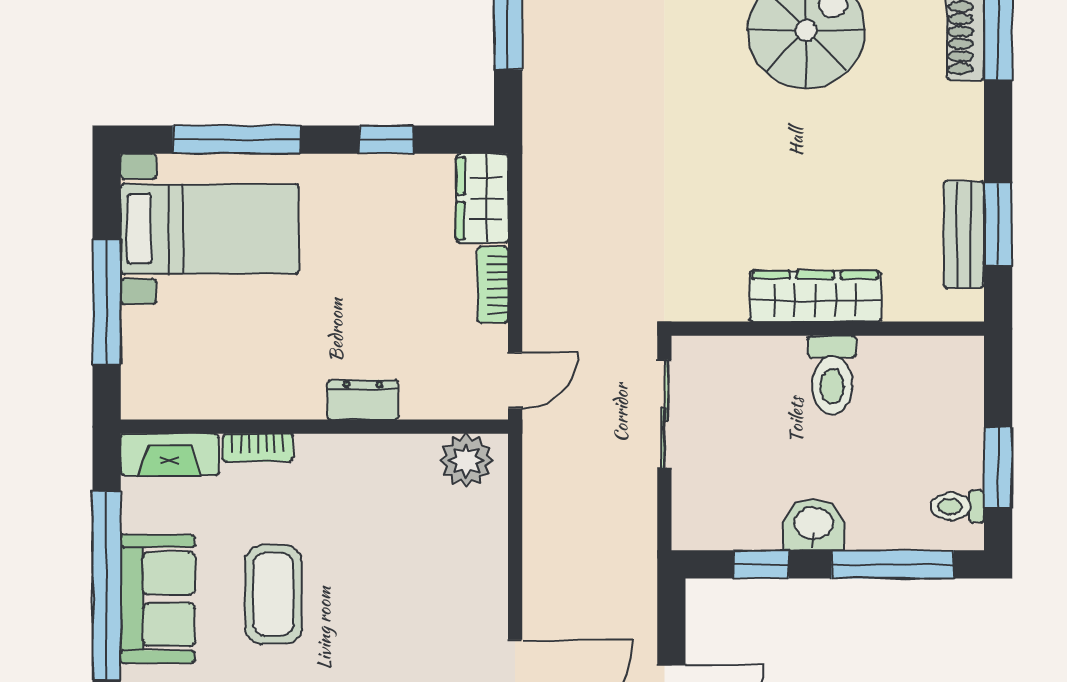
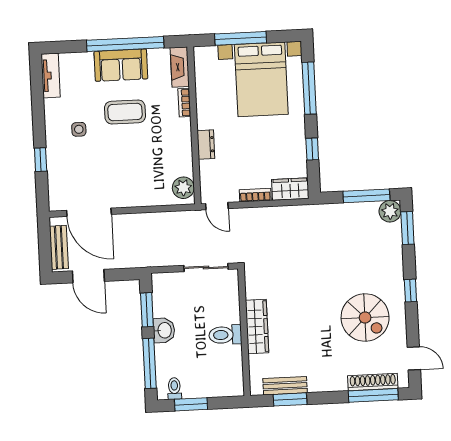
bed with nightstands: (210, 229) -> (261, 79), width x1.36
window: (761, 564) -> (147, 310), width x1.50

